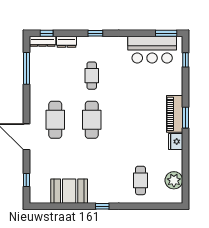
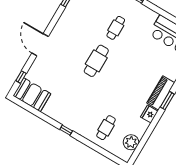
cafe table: (55, 120) -> (69, 45), removed
booth: (69, 191) -> (32, 95), moved

